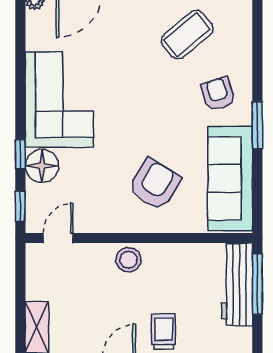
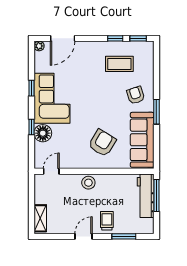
coffee table: (187, 35) -> (119, 64), turned 40
window: (20, 206) -> (31, 88), moved

